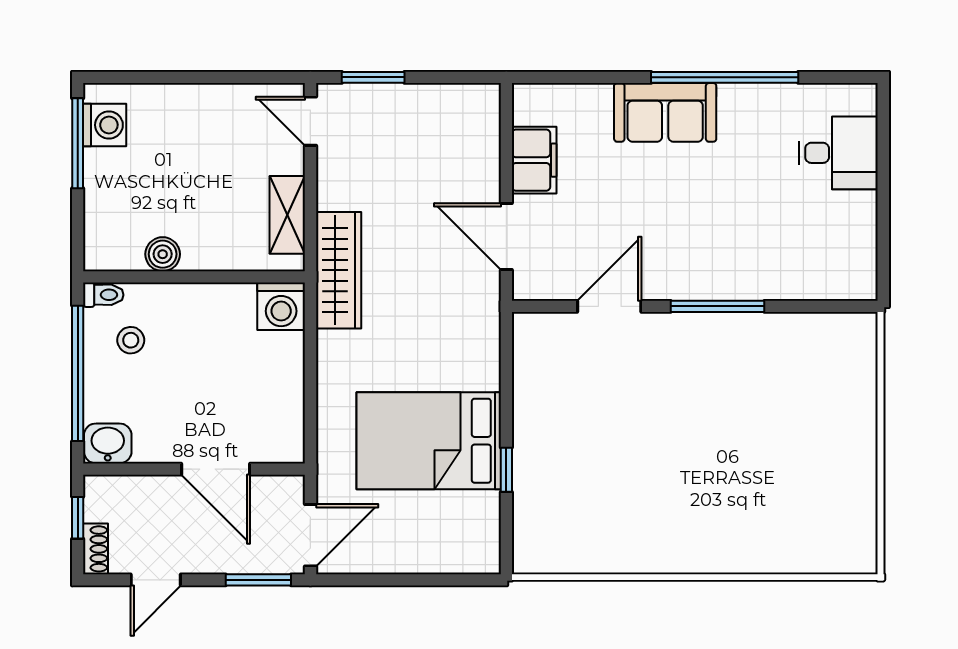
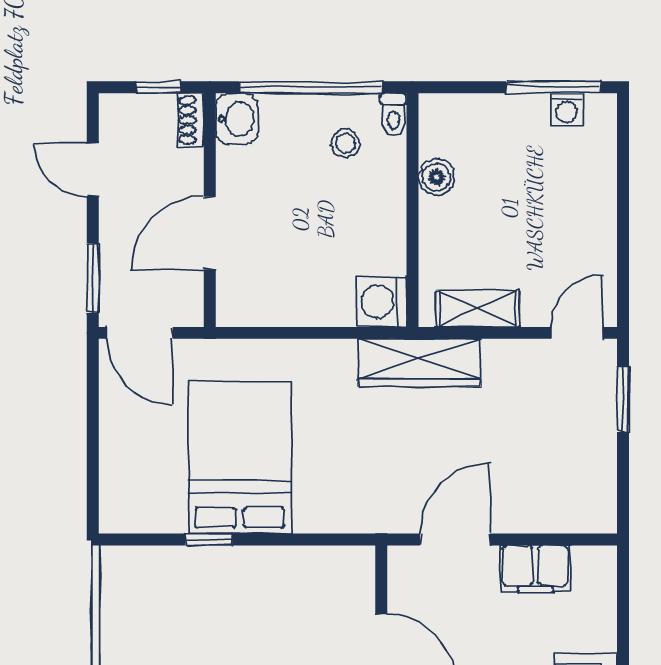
washing machine: (105, 125) -> (566, 110), width x0.73, depth x0.73
shoe rack: (96, 549) -> (191, 120), moved, turned 90

